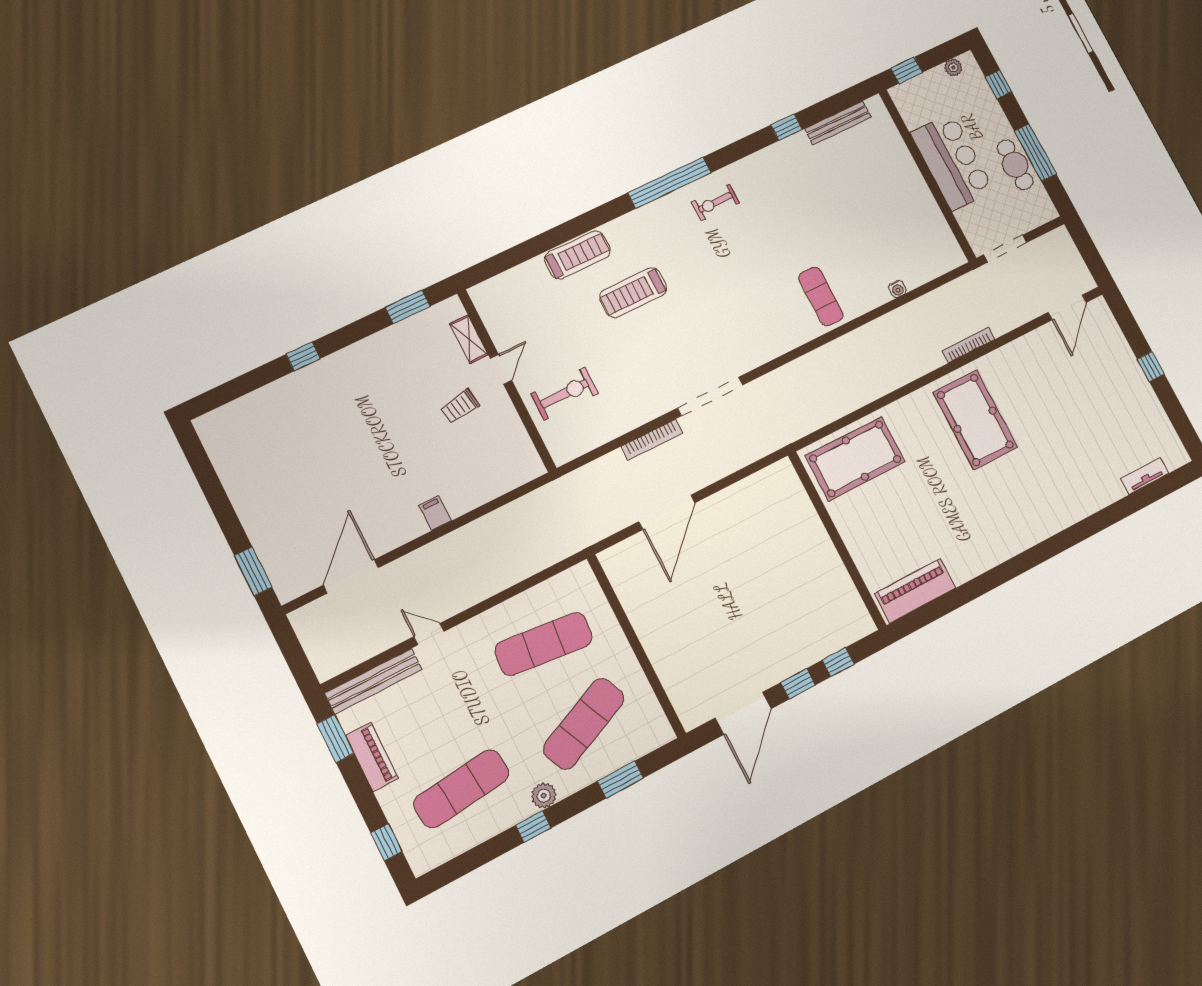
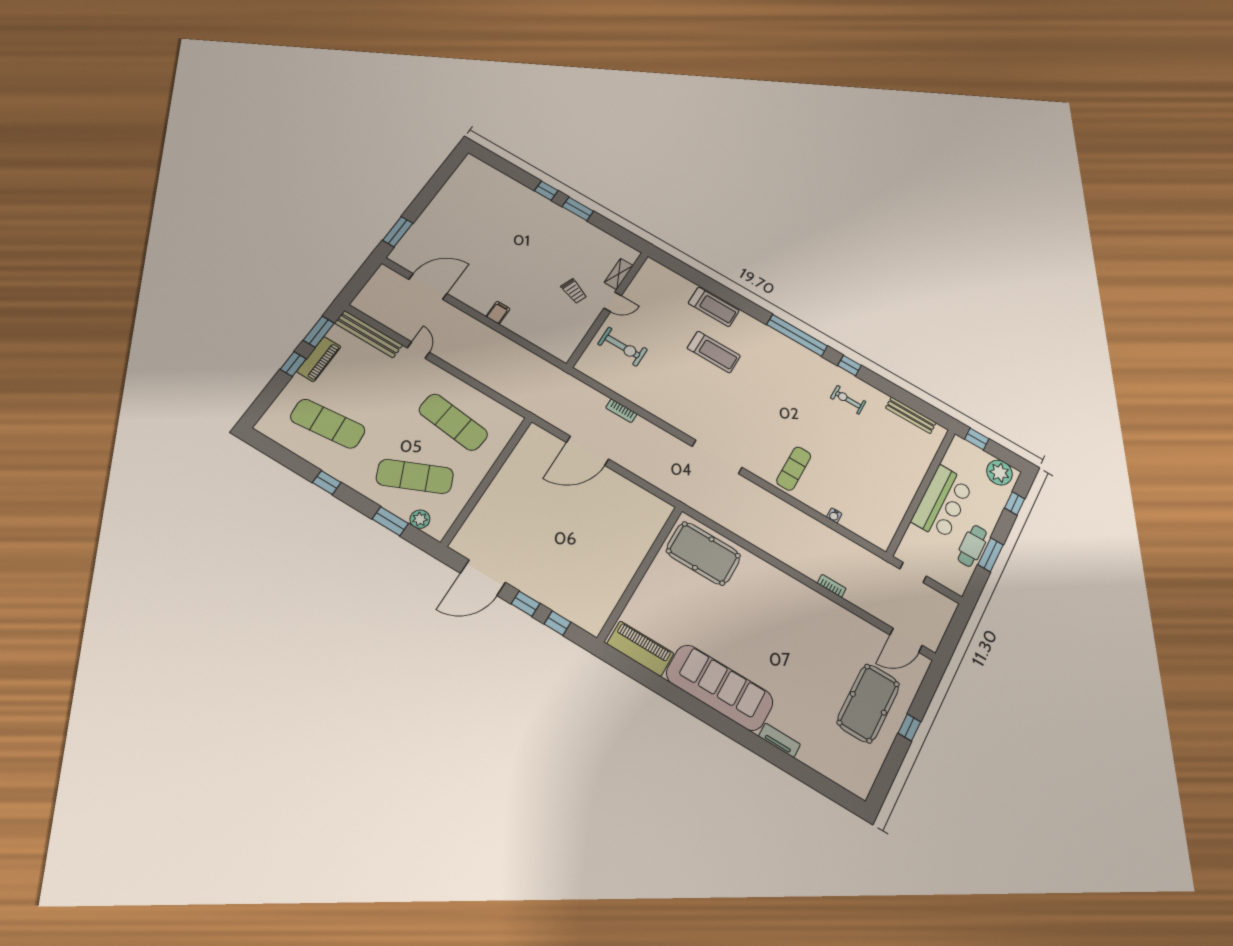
plant: (953, 68) -> (999, 473), width x1.87, depth x1.87
window: (787, 127) -> (850, 366), moved
window: (1035, 152) -> (991, 555), width x0.69
exercise bike: (715, 202) -> (848, 400), moved
doorway: (1005, 249) -> (913, 572), width x0.73
treadmill: (633, 293) -> (714, 352), turned 180
window: (408, 307) -> (578, 209), moved
bookcase: (968, 345) -> (832, 586), width x0.64
doorway: (710, 396) -> (717, 457), moved
trolley: (460, 406) -> (574, 291), turned -150
pool table: (975, 420) -> (868, 703), moved
bookcase: (652, 440) -> (621, 411), width x0.64
tv unit: (1145, 476) -> (779, 740), moved
sofa: (1001, 534) -> (720, 687), added
plant: (544, 796) -> (420, 519), moved
window: (386, 842) -> (293, 364), moved

